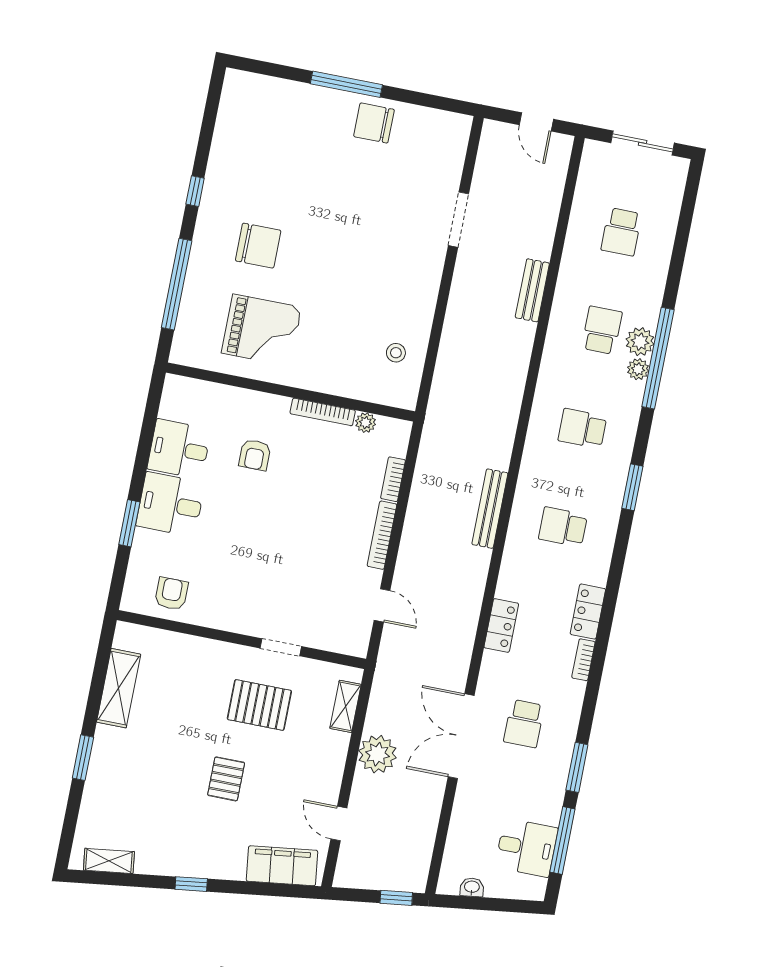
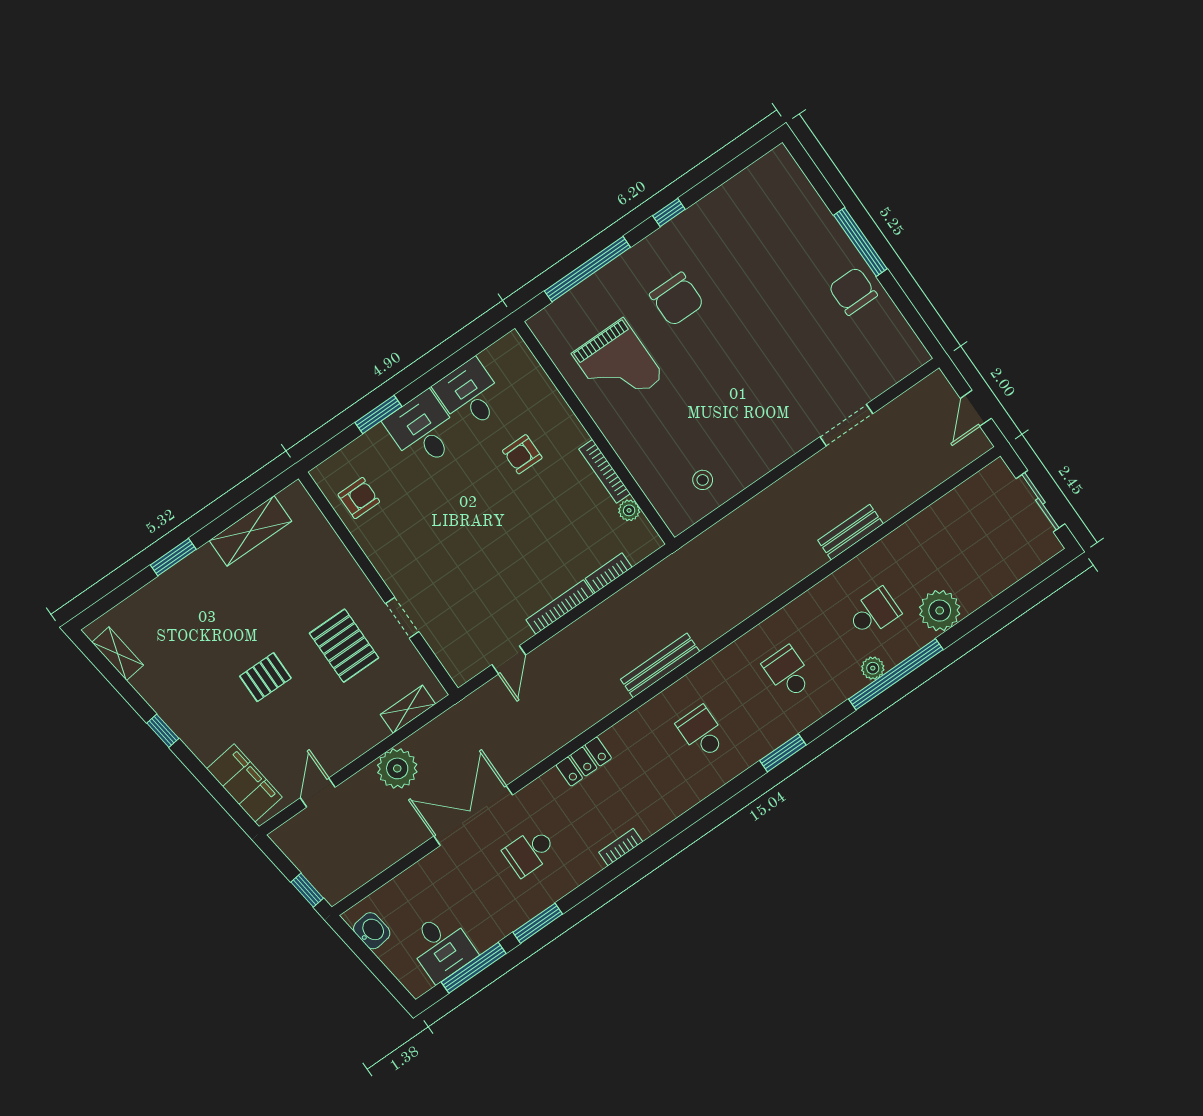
school desk: (621, 232) -> (960, 553), removed
plant: (640, 342) -> (940, 611), moved, width x1.36, depth x1.36
locker: (588, 612) -> (659, 814), removed
washbasin: (472, 887) -> (372, 931), width x1.38, depth x1.45

